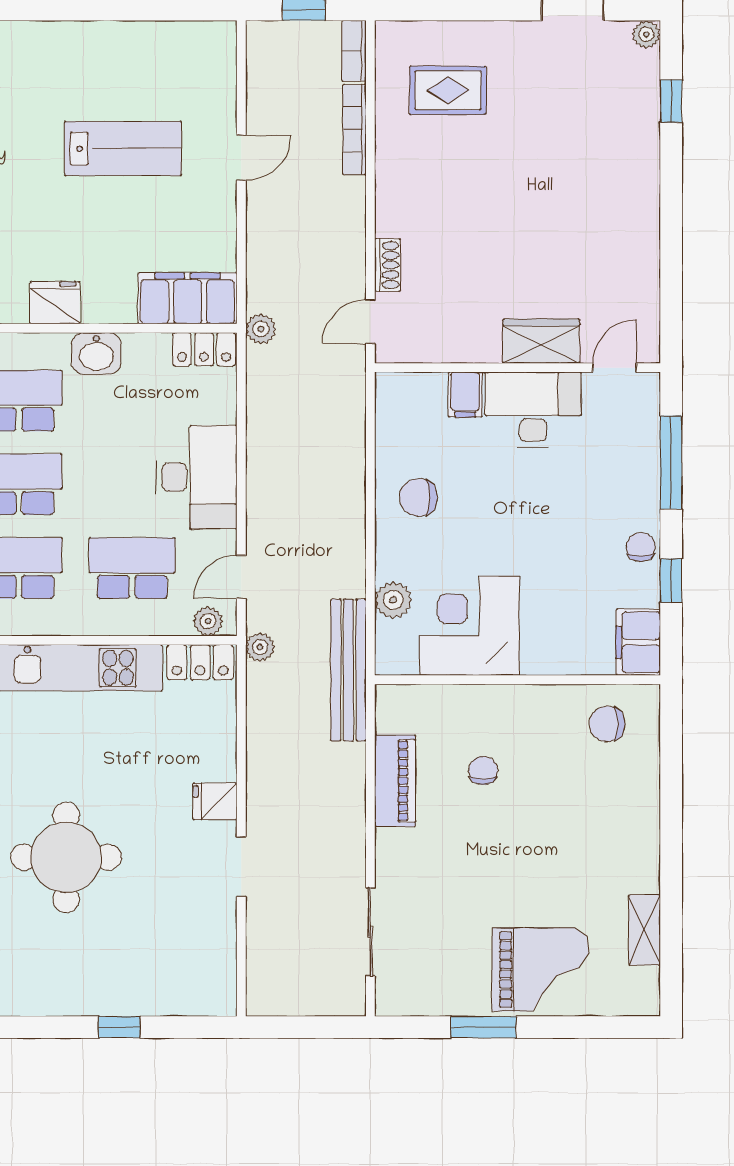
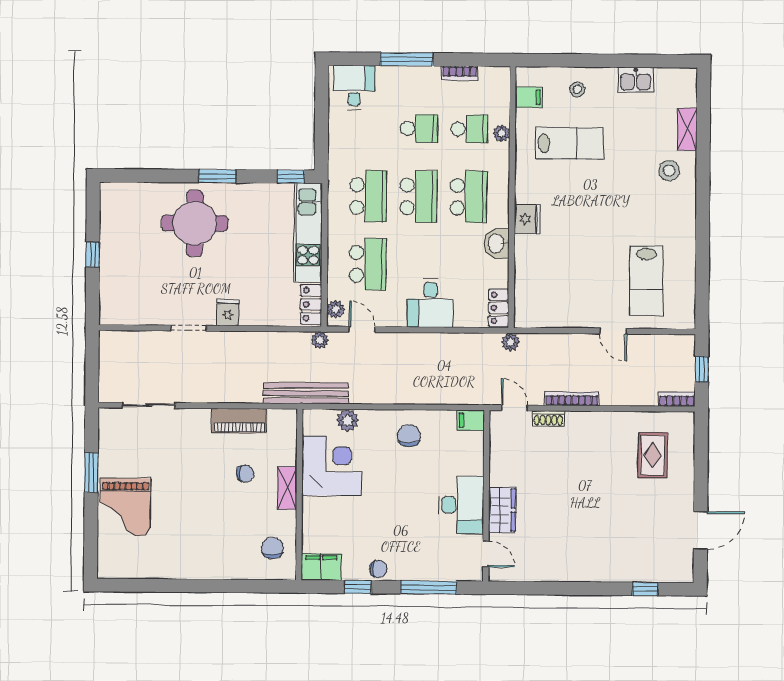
plant: (646, 34) -> (685, 574), removed
bookcase: (354, 129) -> (572, 399), moved
lab bench: (123, 149) -> (646, 281), moved
filing cabinet: (188, 298) -> (529, 298), removed
filing cabinet: (465, 395) -> (471, 420), moved
desk: (196, 477) -> (430, 303), width x0.73
shelving: (644, 930) -> (287, 488), moved, turned 90

